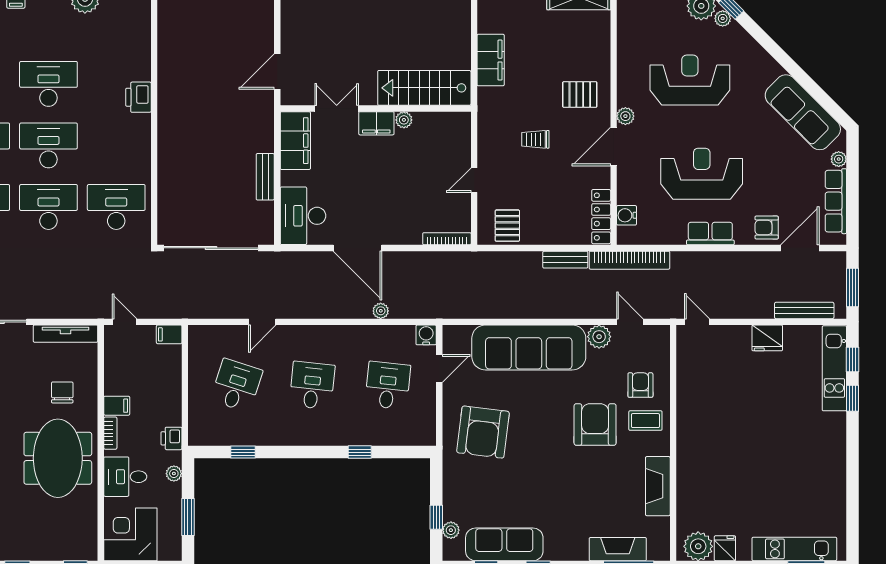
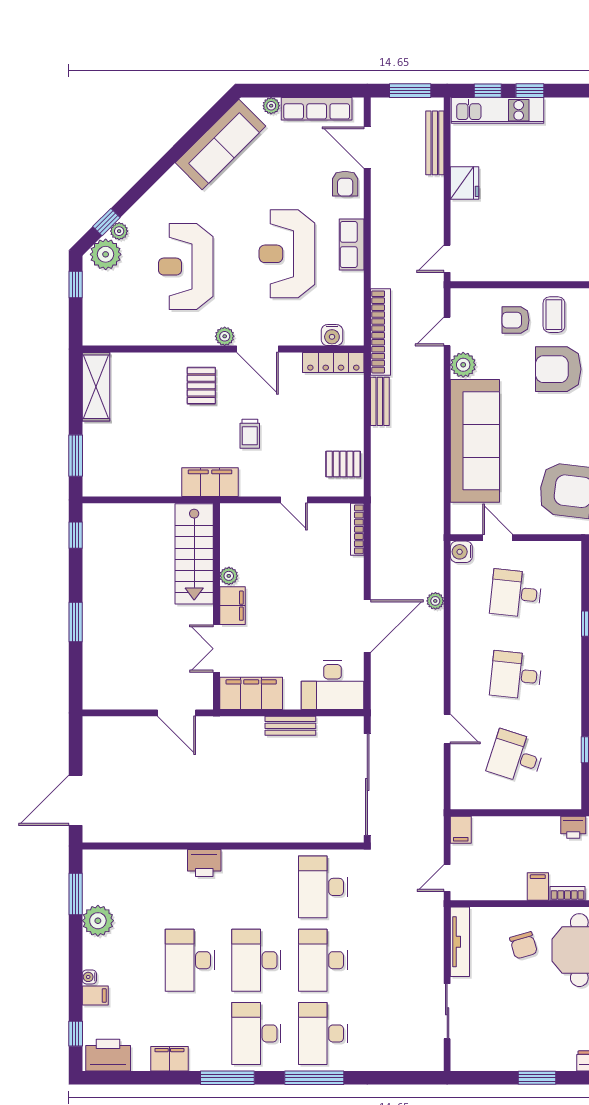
filing cabinet: (491, 60) -> (210, 482), moved
chair: (62, 392) -> (524, 945), turned -106

